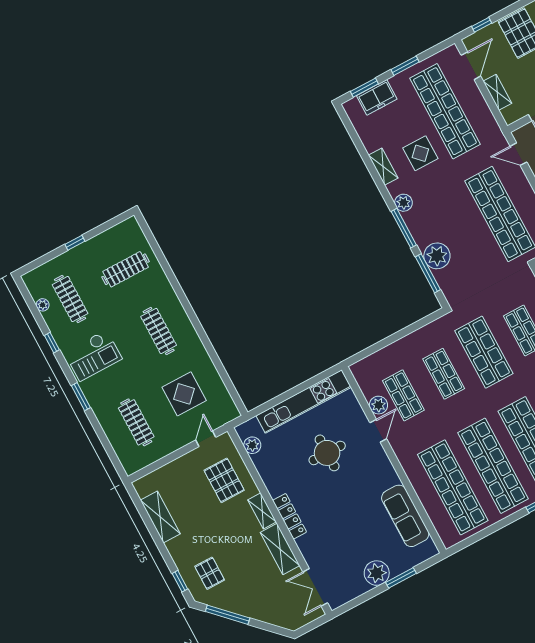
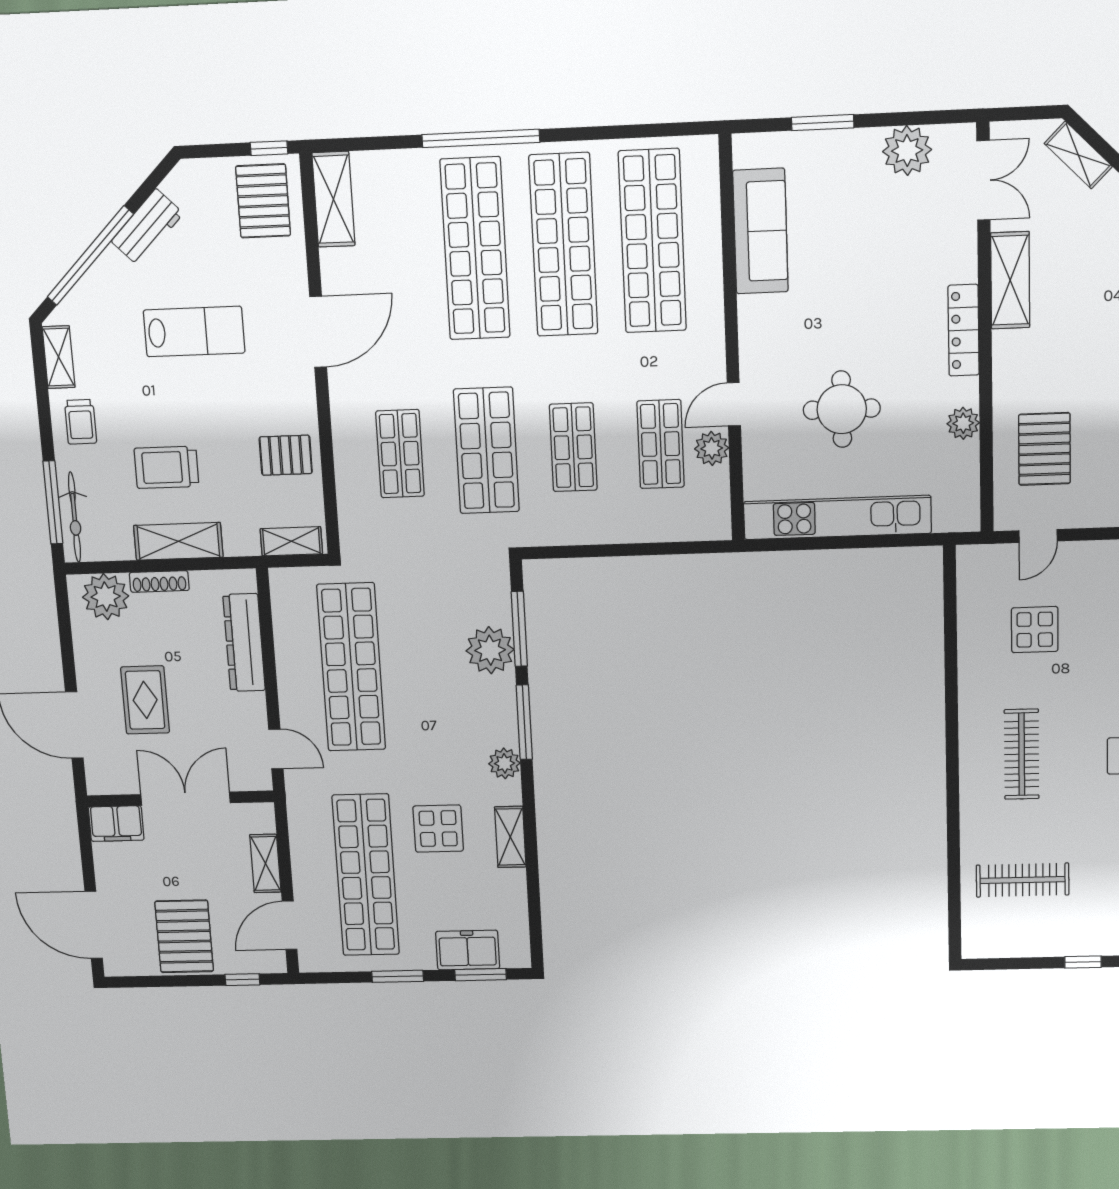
display table: (184, 394) -> (1035, 630), width x0.73, depth x0.73
plant: (252, 445) -> (963, 423), moved
shelving: (262, 511) -> (1078, 155), moved, turned -45
plant: (377, 573) -> (907, 151), moved

